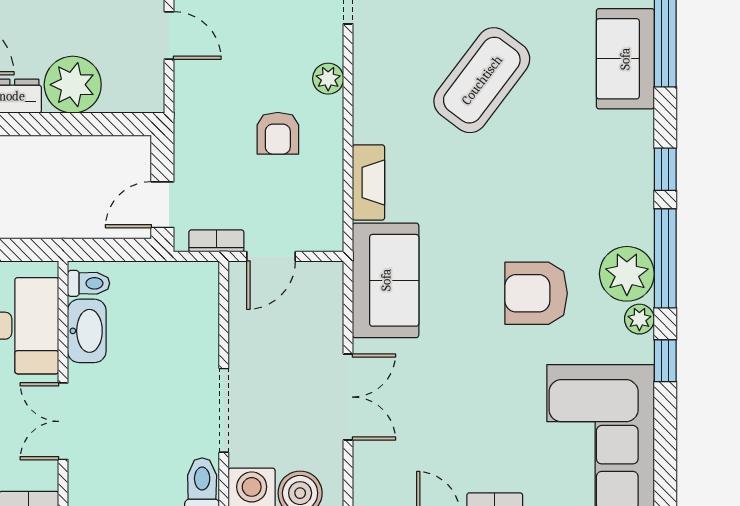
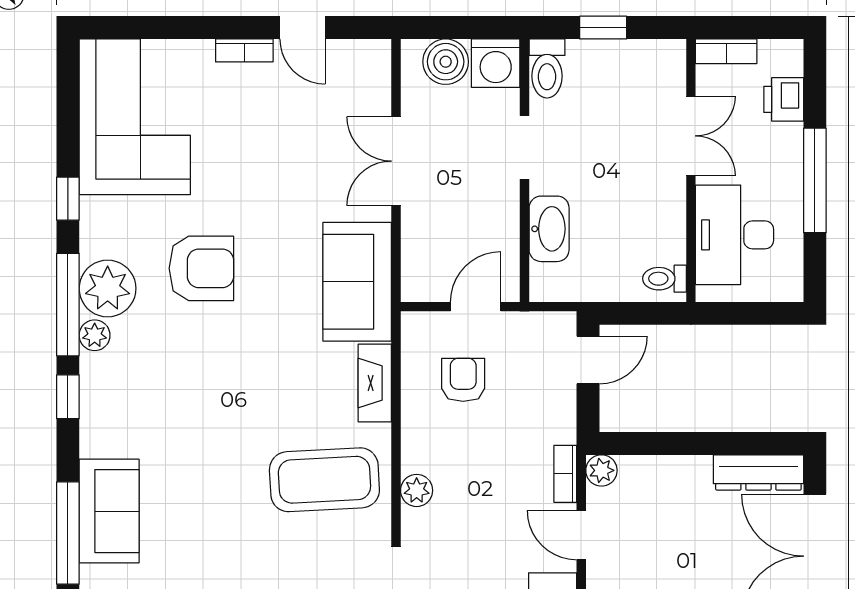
coffee table: (482, 80) -> (324, 480), moved, turned 50
plant: (73, 85) -> (601, 470), moved, width x0.53, depth x0.53
armchair: (278, 133) -> (463, 380), moved
bookcase: (216, 241) -> (565, 474), moved, turned 90
plant: (639, 319) -> (95, 335), moved
washbasin: (87, 331) -> (549, 229), moved, turned 180
doorway: (224, 410) -> (525, 147), width x0.73

